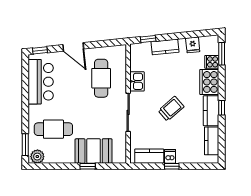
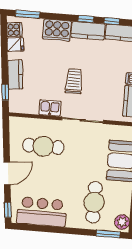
cooker: (212, 62) -> (14, 30), moved, turned -96
trolley: (171, 109) -> (74, 81), moved, turned 41
window: (222, 132) -> (112, 21), added

